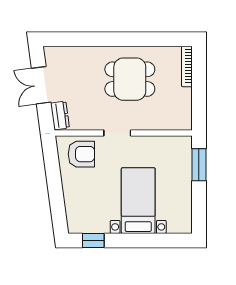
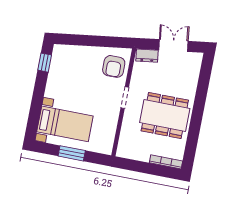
dining table: (130, 79) -> (165, 116), width x1.38
window: (199, 165) -> (72, 153), moved
bed with nightstands: (138, 201) -> (65, 124), moved

